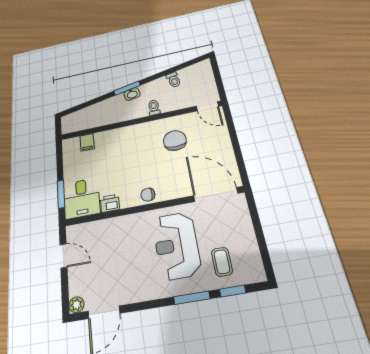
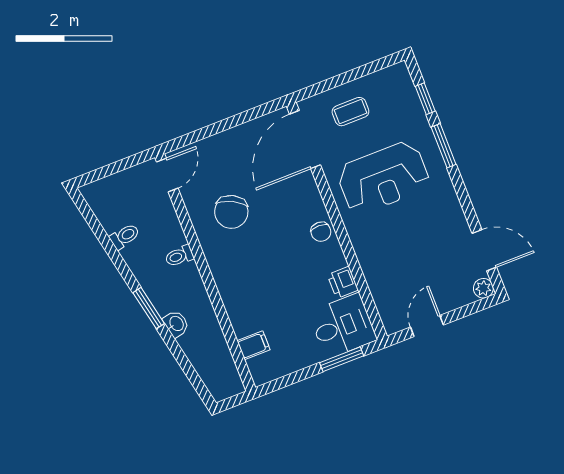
washbasin: (132, 94) -> (176, 324), moved
chair: (175, 140) -> (231, 212), turned -63
coffee table: (222, 262) -> (350, 112), moved

